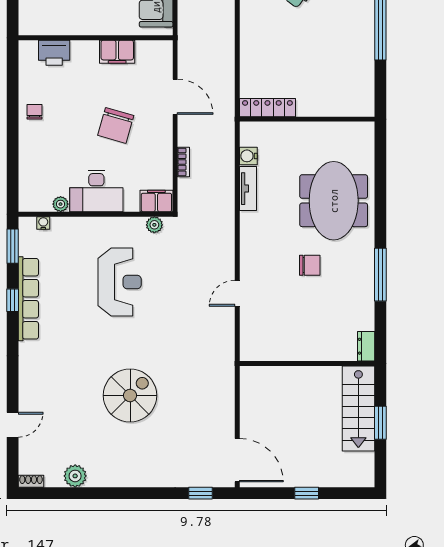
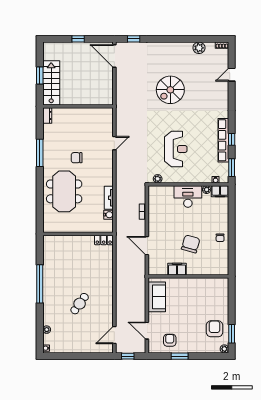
printer: (54, 53) -> (210, 269), removed
locker: (267, 108) -> (104, 240), width x0.66
chair: (116, 125) -> (191, 244), moved
filing cabinet: (156, 201) -> (220, 191), moved
reception desk: (120, 282) -> (176, 149), turned 180

